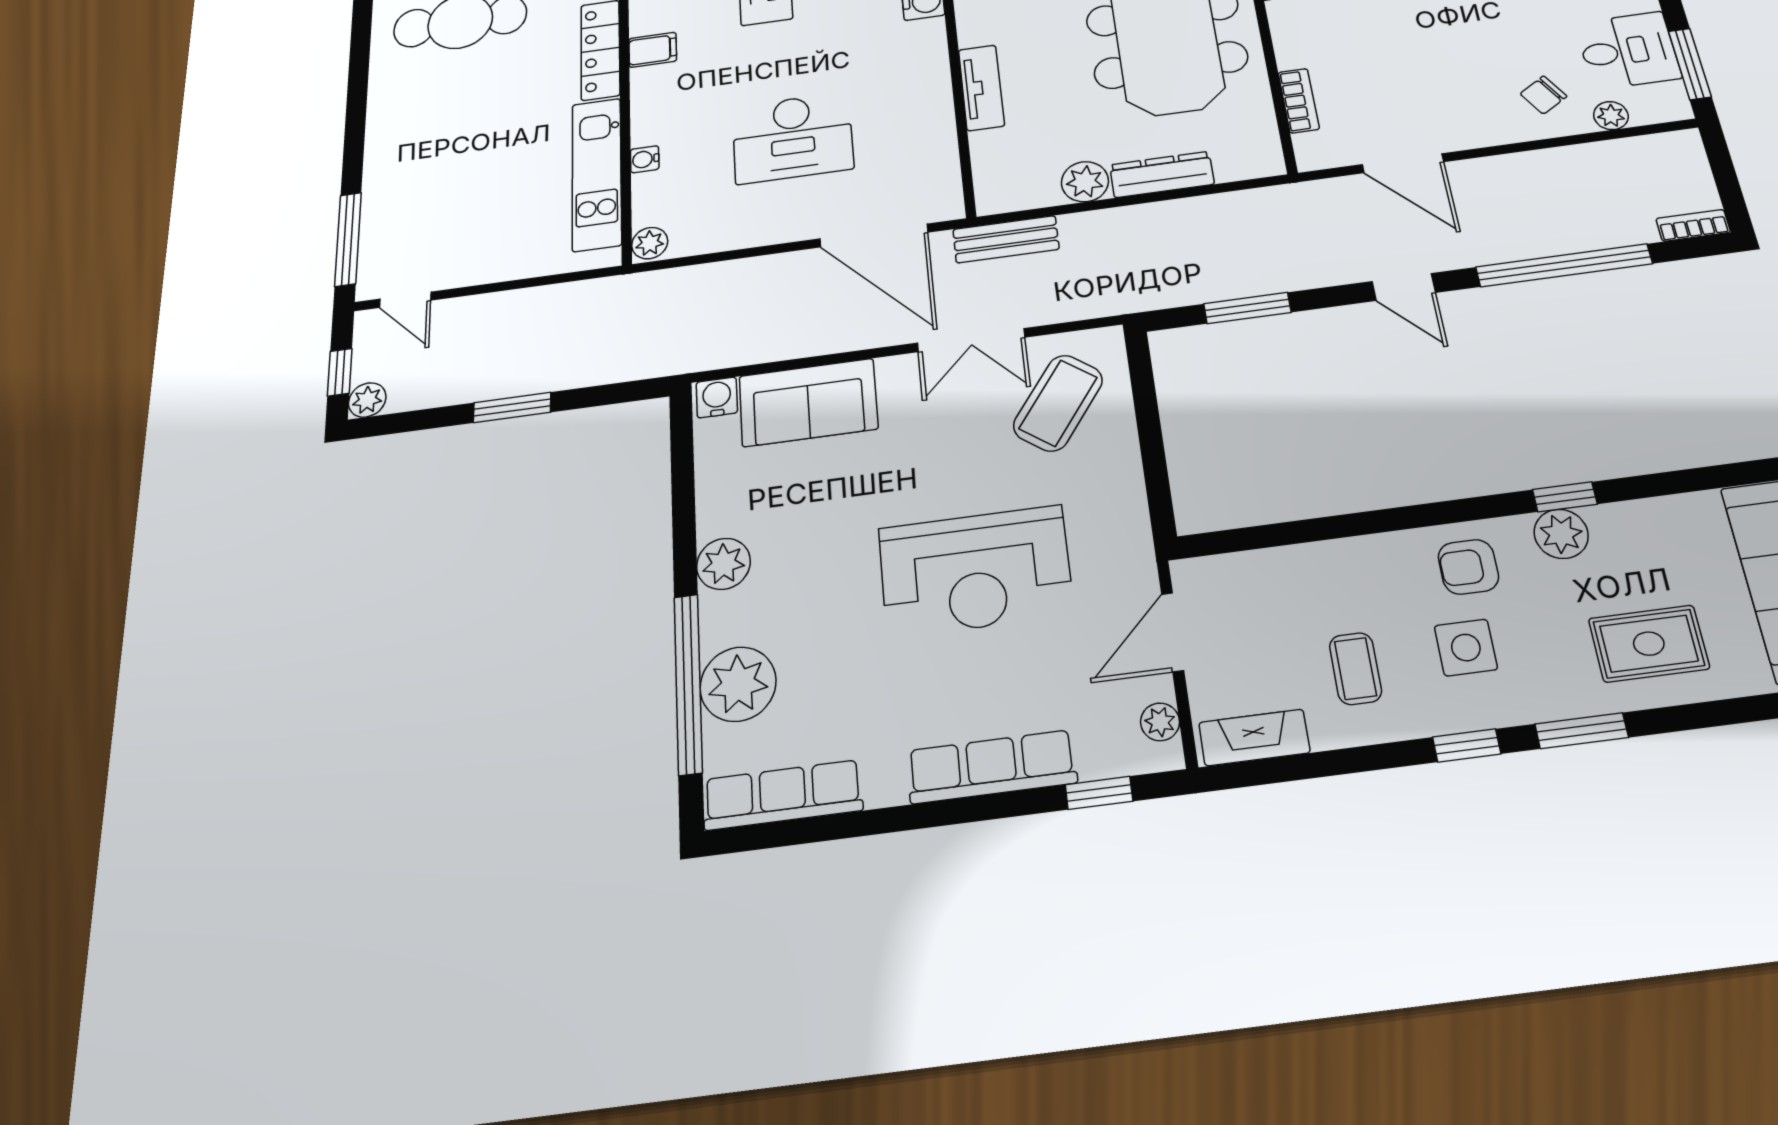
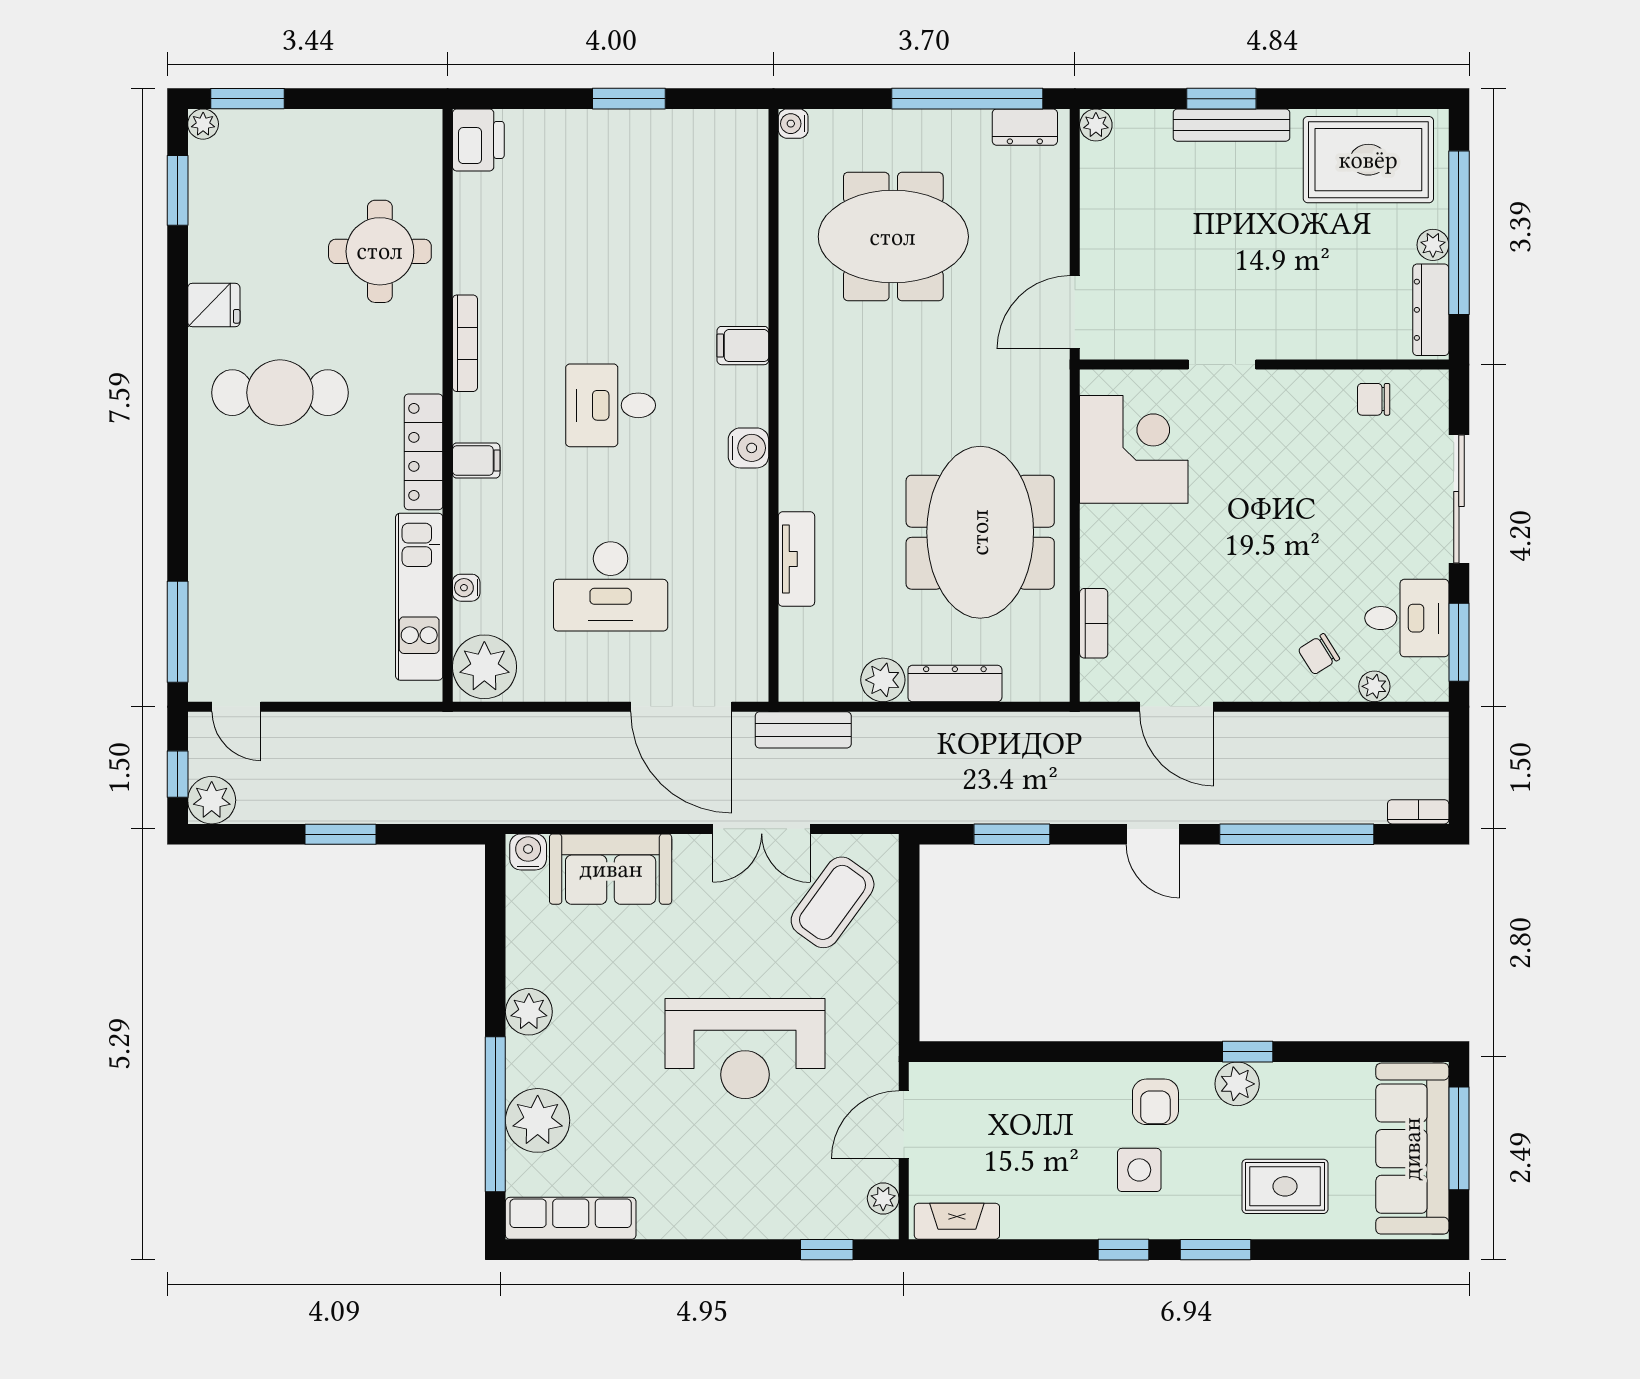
plant: (650, 243) -> (484, 667), width x1.87, depth x1.87
plant: (367, 400) -> (212, 800), width x1.38, depth x1.38
armchair: (1468, 567) -> (1155, 1102), turned -90
coffee table: (1355, 669) -> (1047, 1175), removed
row of seats: (992, 767) -> (743, 1217), removed

